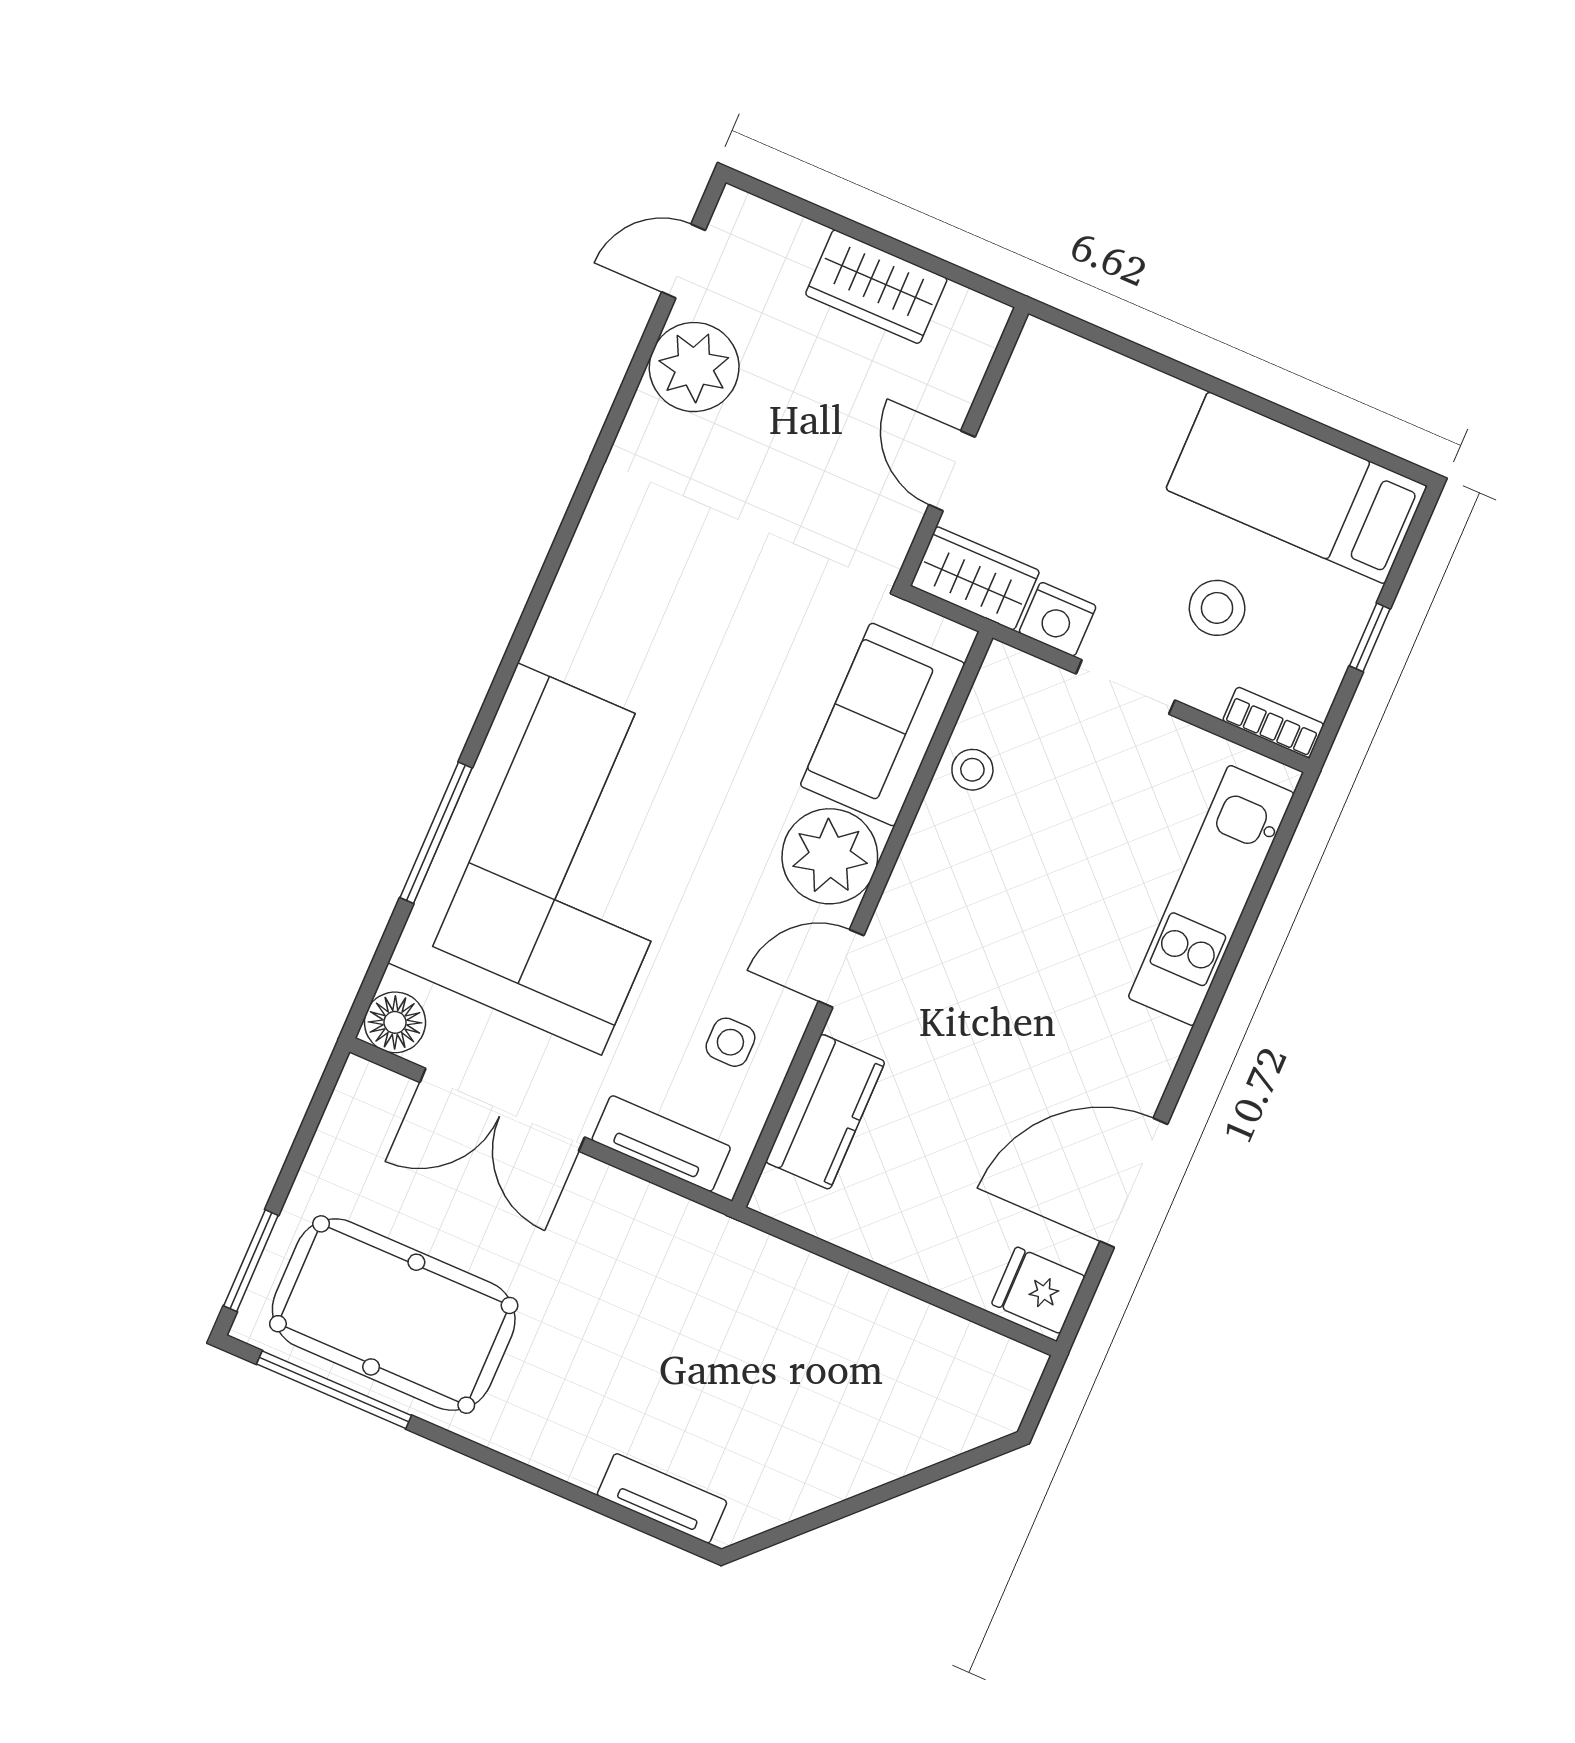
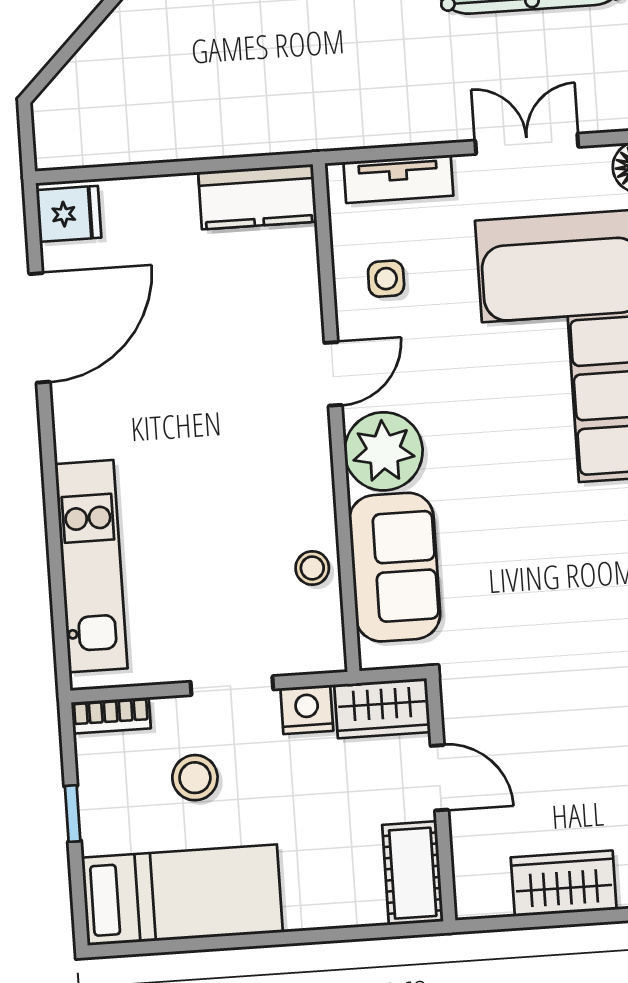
cot: (1034, 382) -> (413, 873), added
double door: (502, 1110) -> (527, 144), width x0.73
kitchen counter: (825, 1112) -> (257, 197), moved, turned -90

